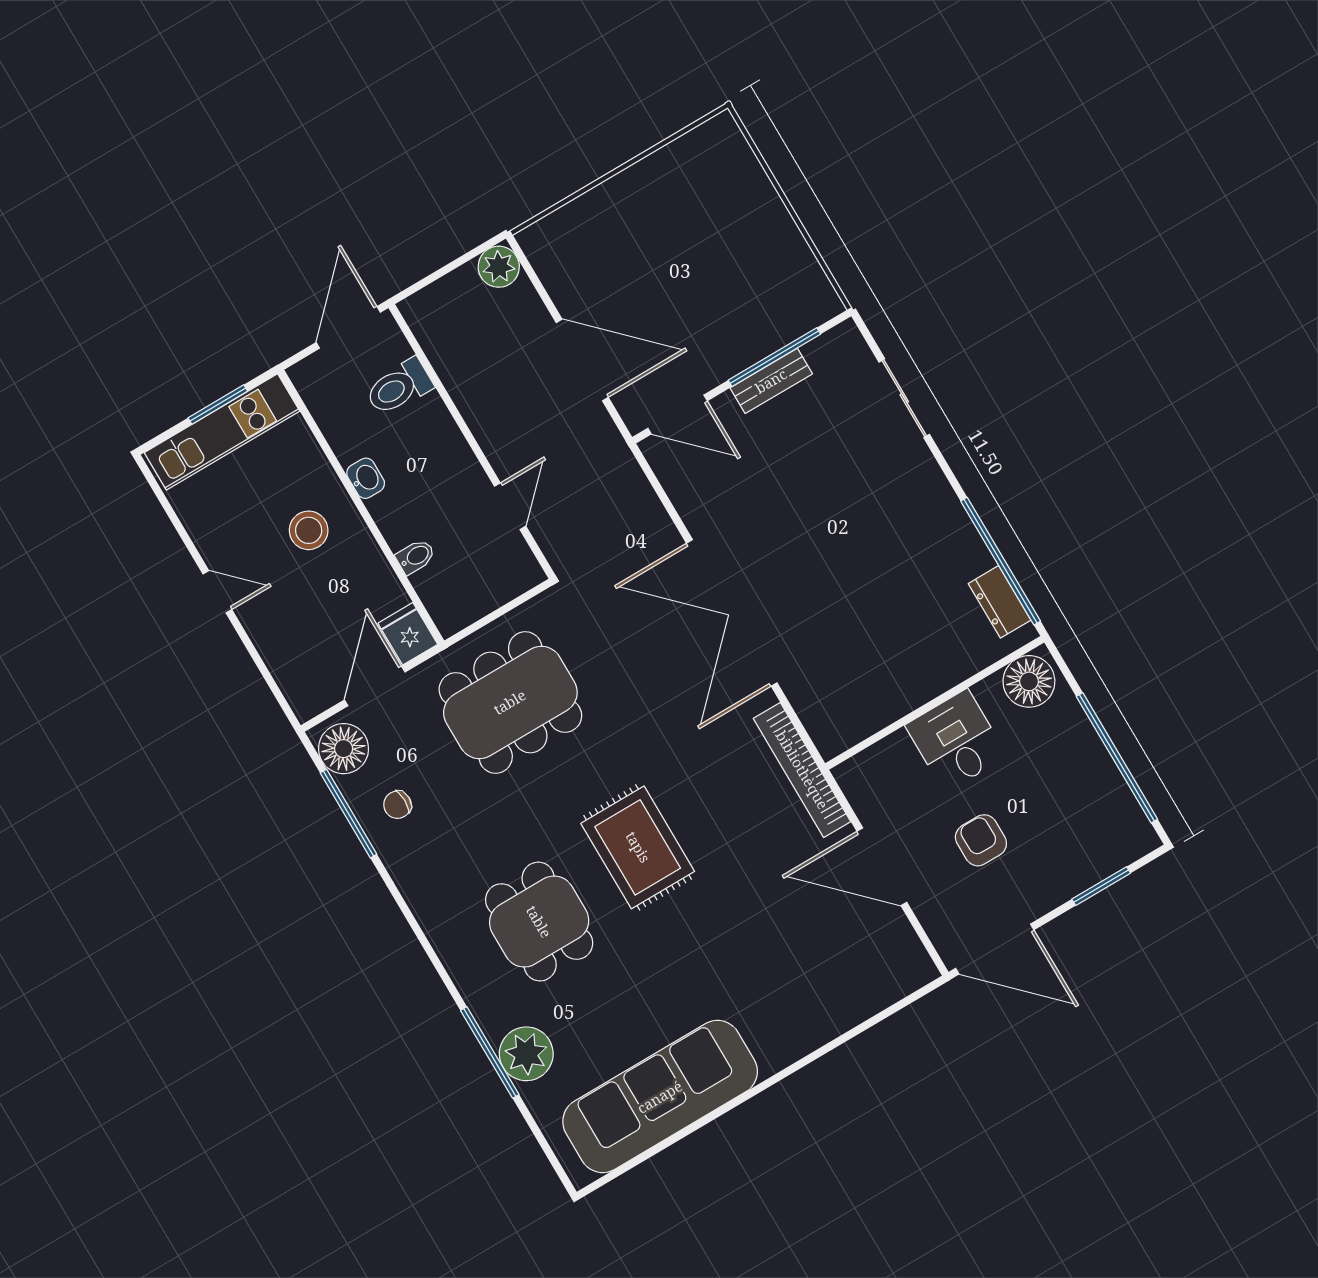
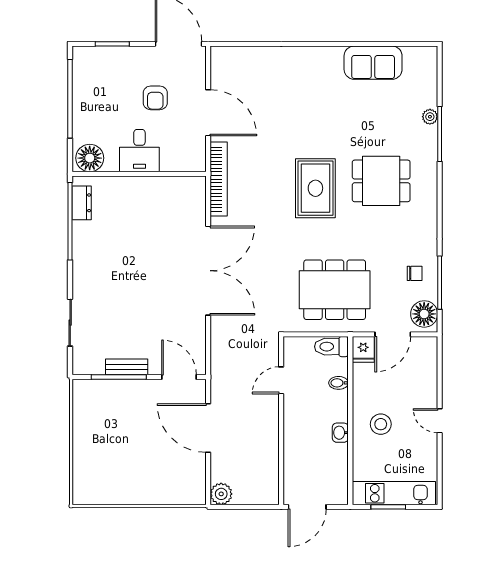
toilet: (399, 387) -> (331, 347), moved, turned 180
dining table: (539, 922) -> (381, 181), turned 90
plant: (526, 1054) -> (430, 117), width x0.53, depth x0.53
sofa: (660, 1097) -> (373, 63), width x0.54, depth x0.79

